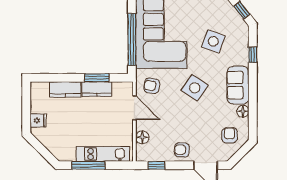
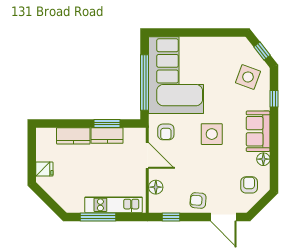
side table: (213, 41) -> (248, 77), moved
armchair: (152, 86) -> (166, 132), turned -100
side table: (195, 88) -> (212, 134), turned -35

